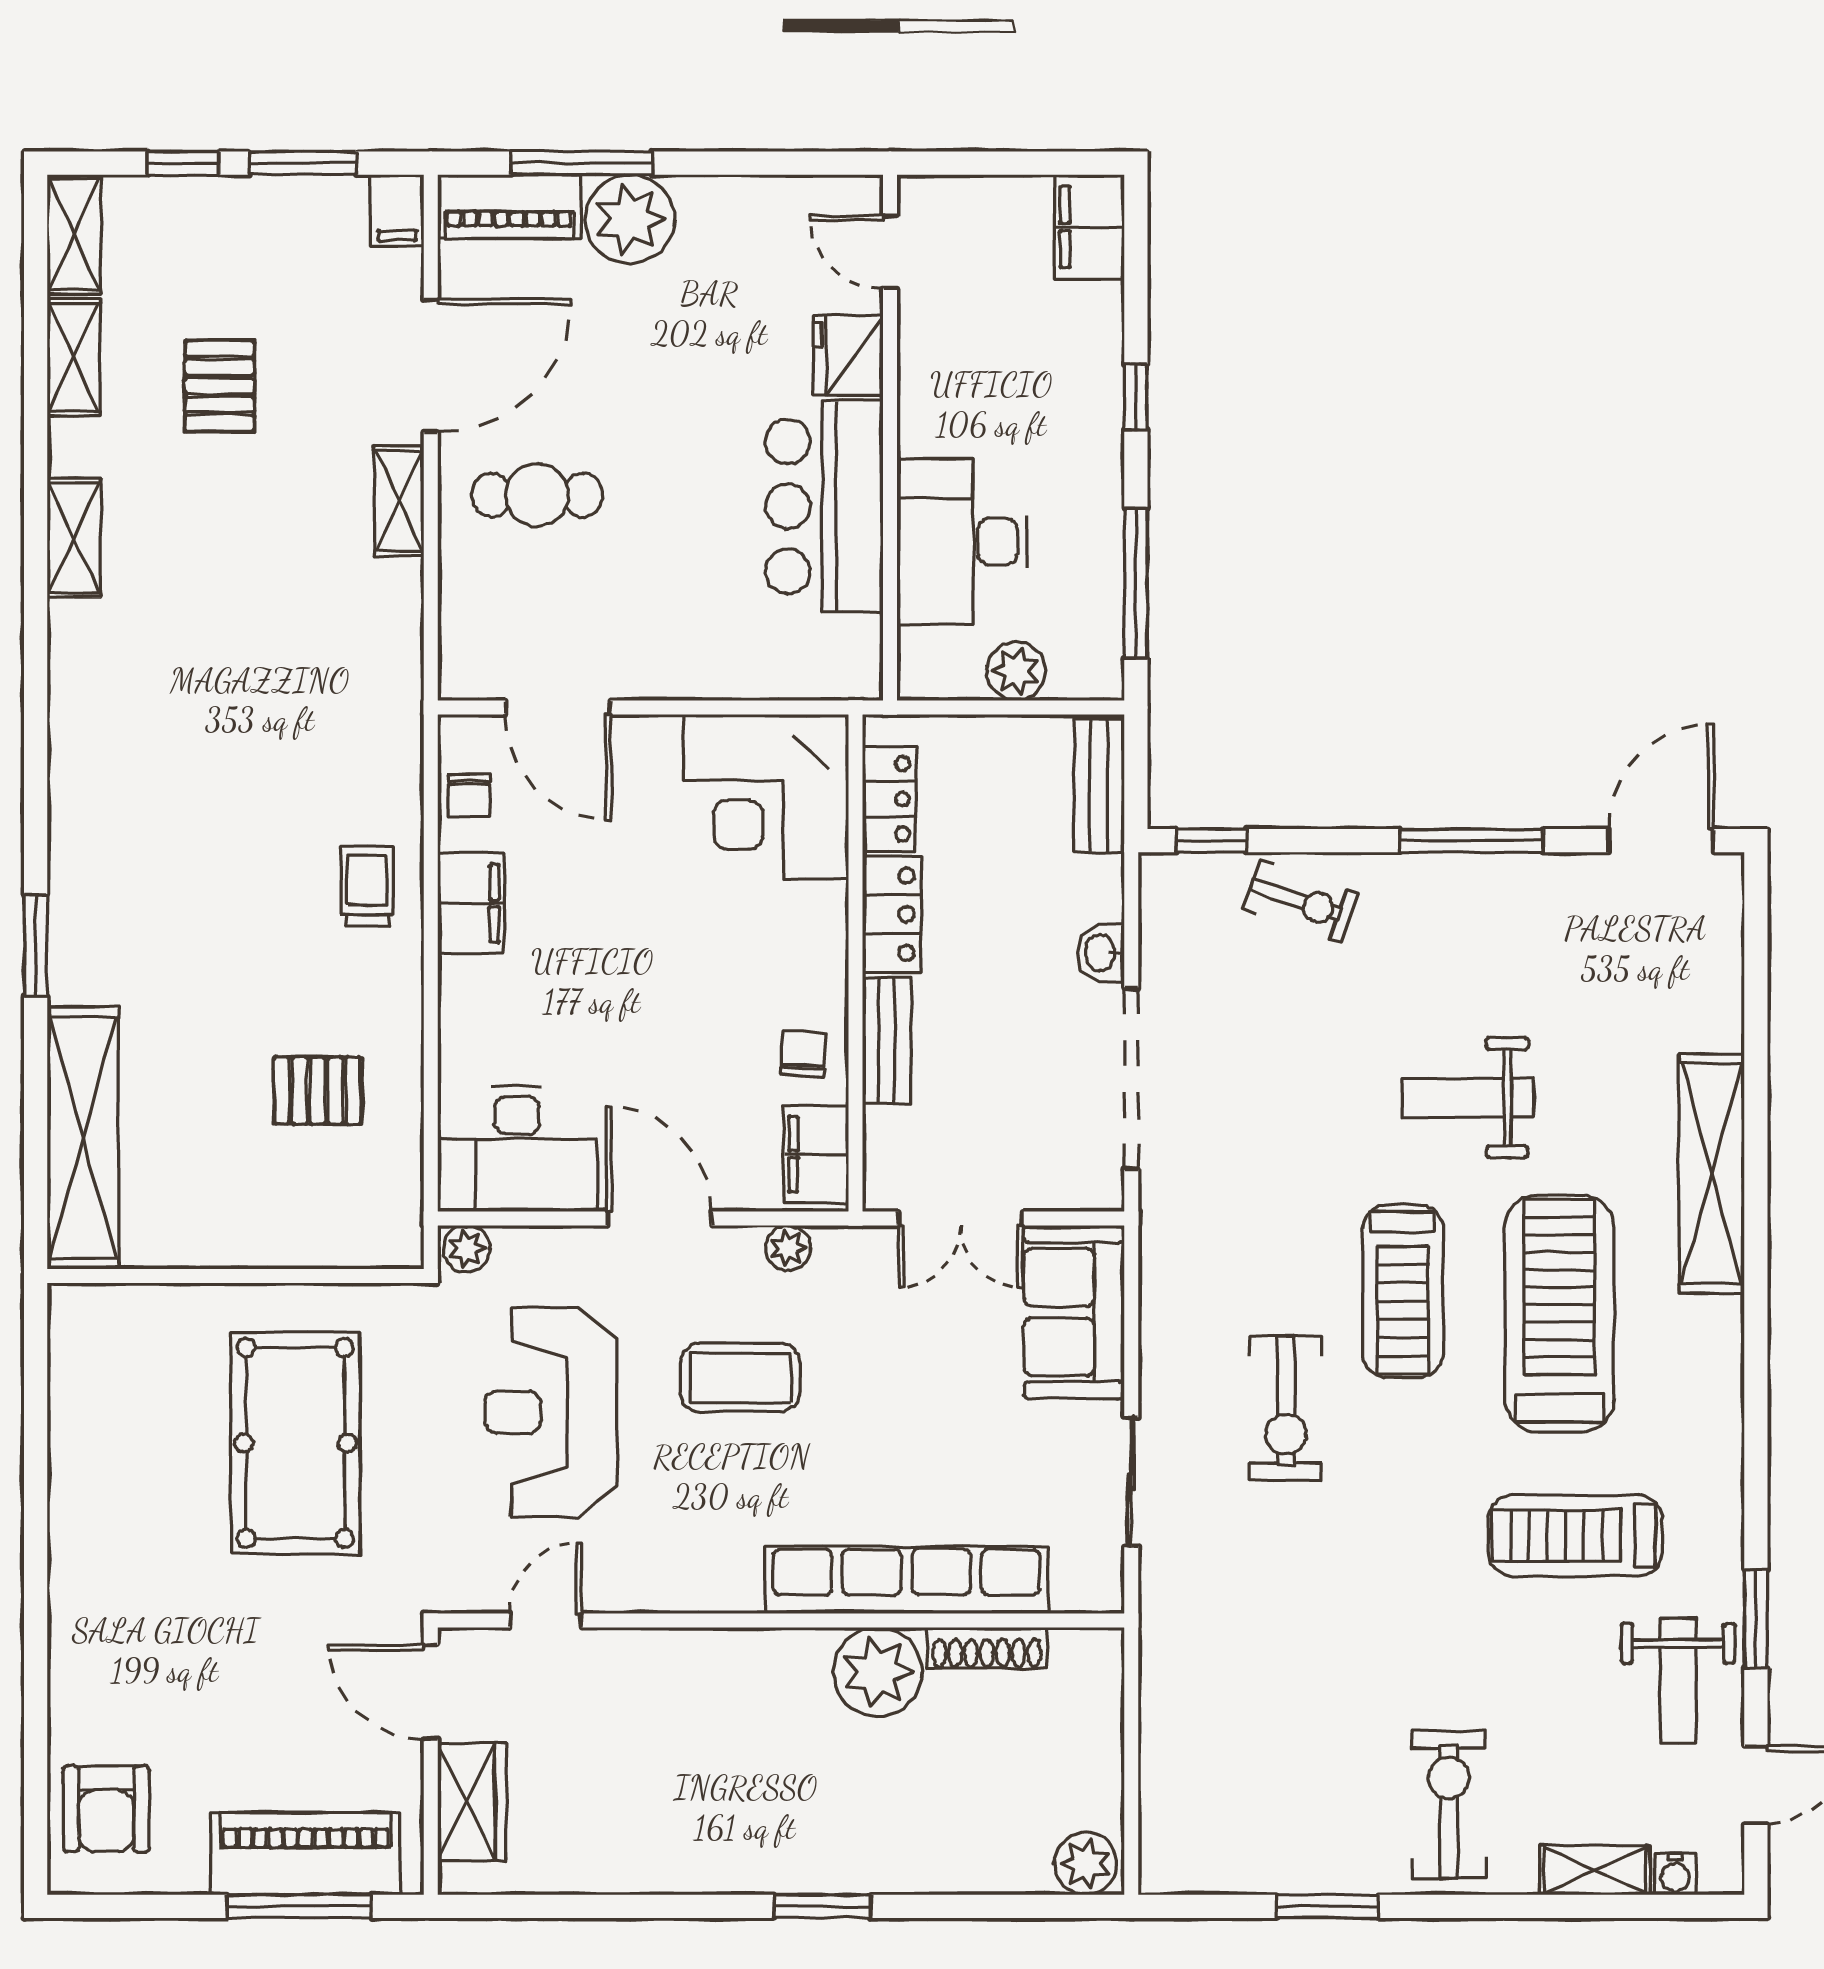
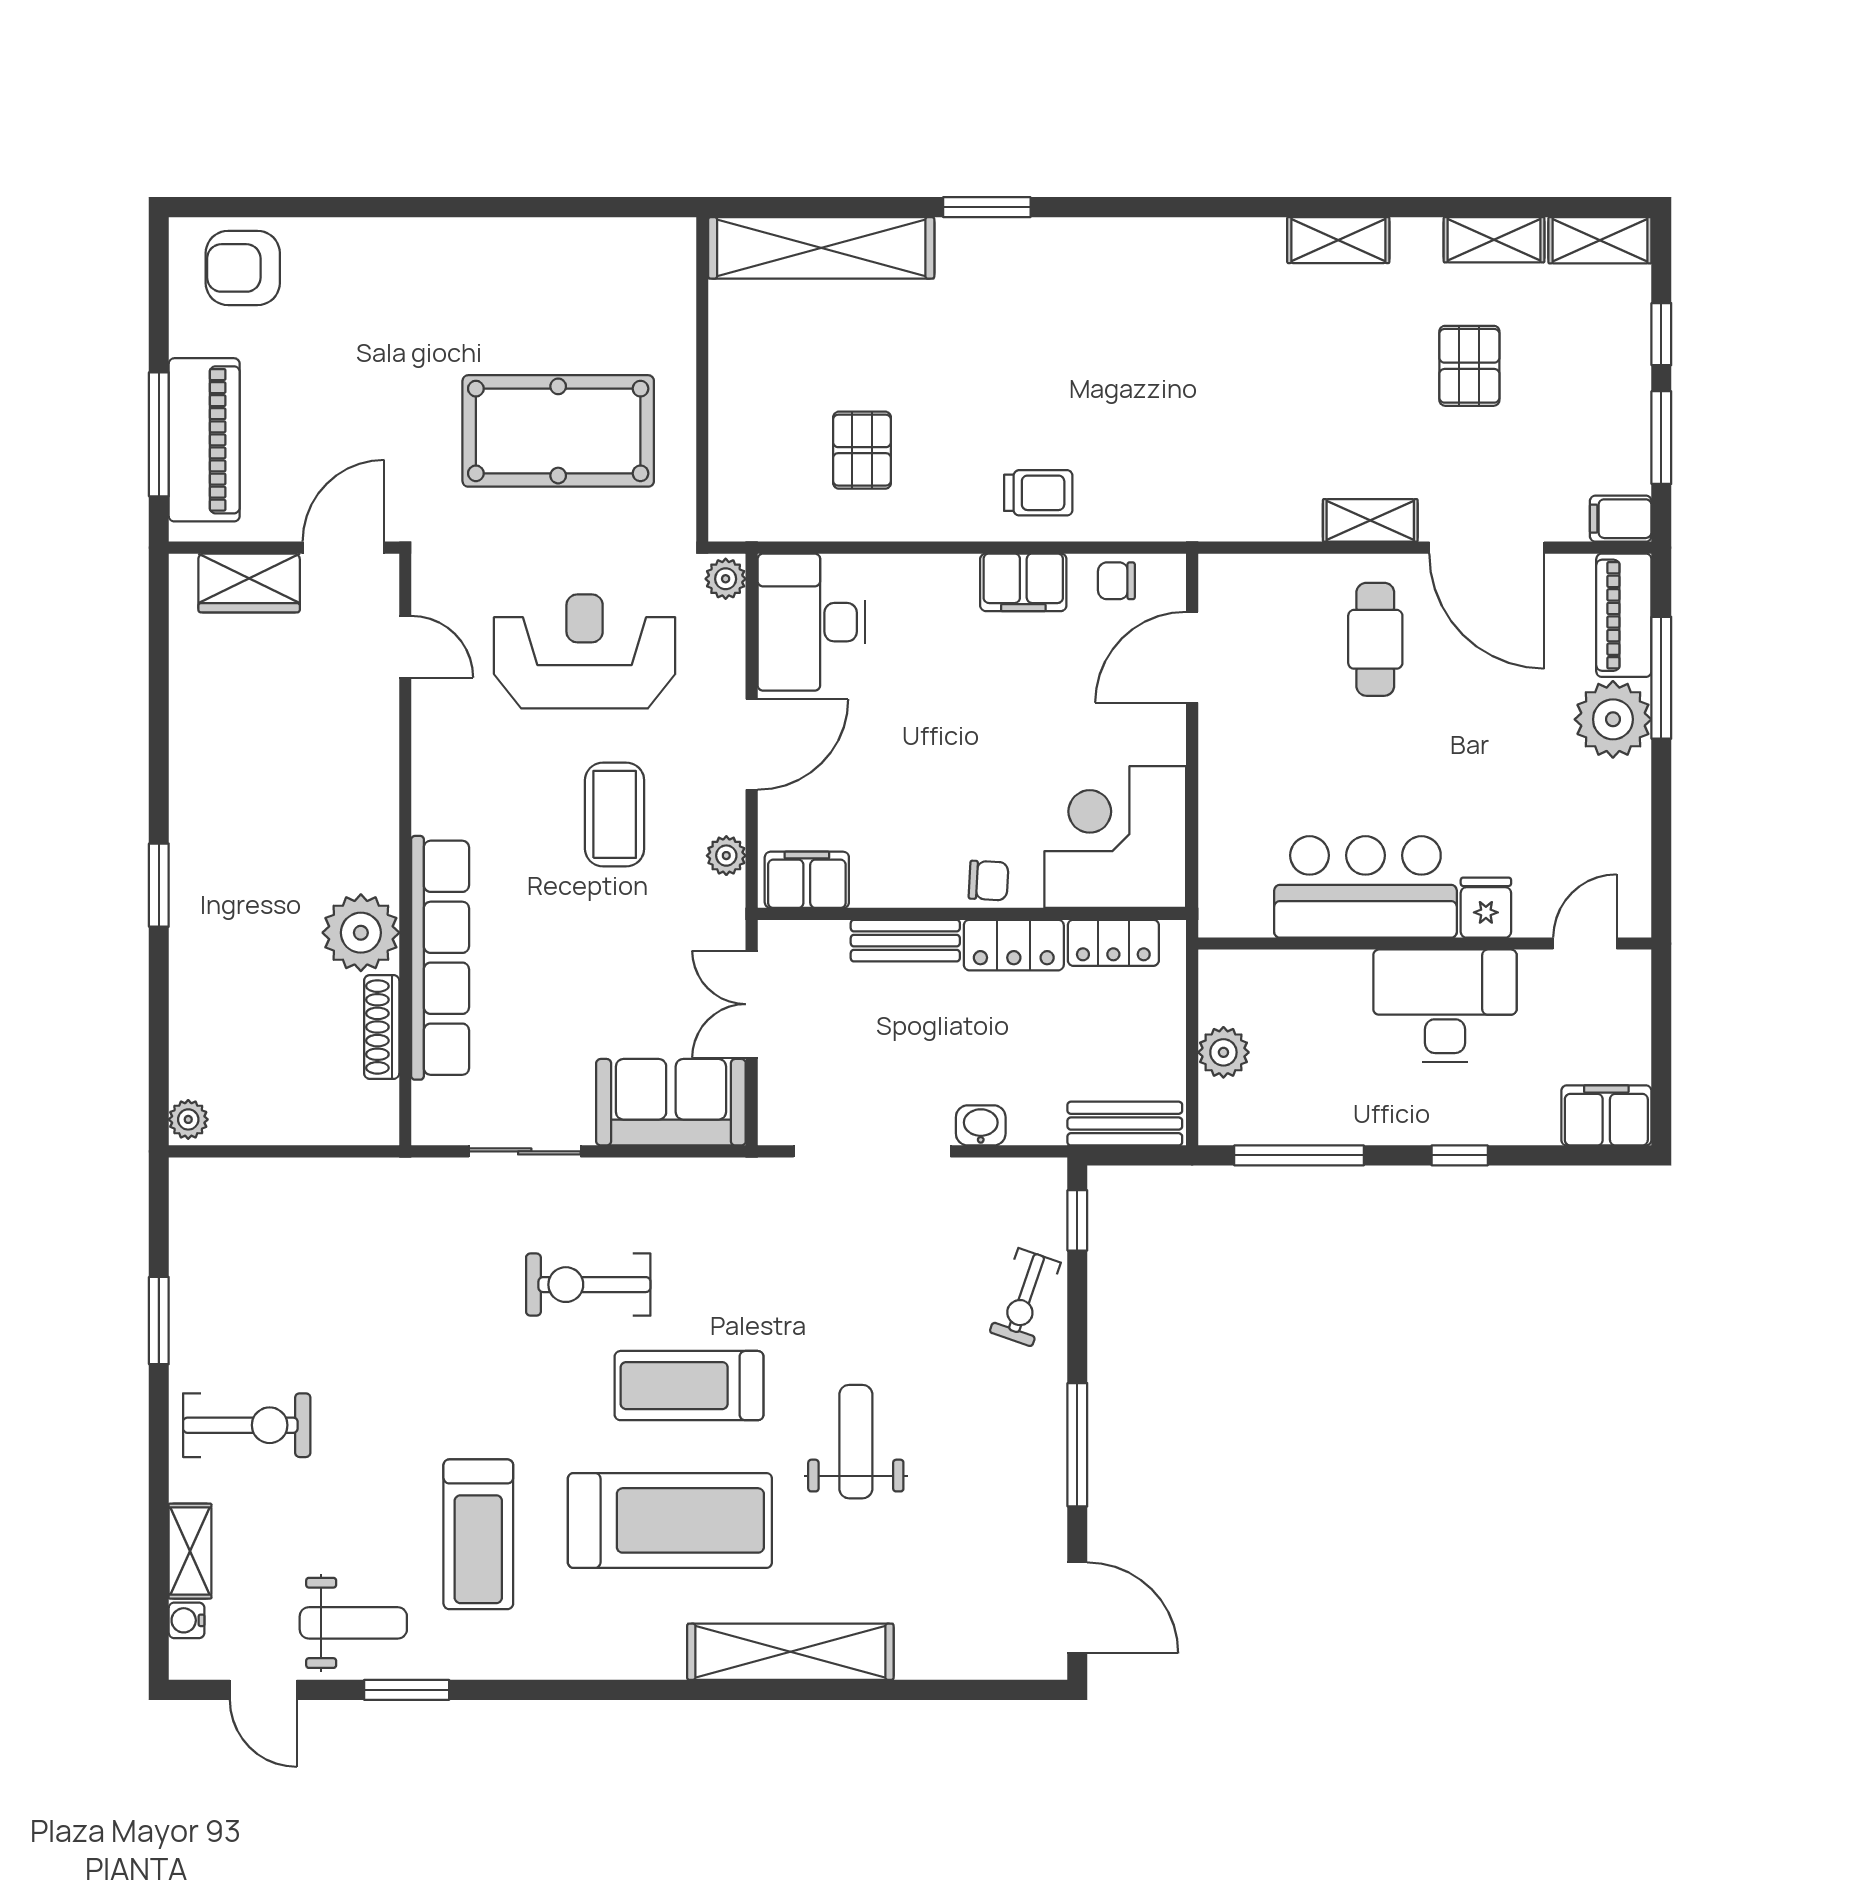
fridge: (848, 355) -> (1486, 908), width x0.72
pallet: (220, 386) -> (1469, 366), turned 90
desk: (962, 542) -> (1445, 1006), moved
chair: (803, 1054) -> (988, 881), moved
treadmill: (1575, 1536) -> (478, 1534), turned 180
weight bench: (1678, 1681) -> (353, 1623), turned 180
plant: (1086, 1864) -> (188, 1119), width x0.73, depth x0.73

